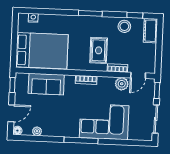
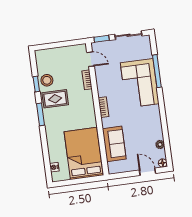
window: (135, 15) -> (36, 84), moved
cot: (151, 31) -> (46, 55), removed
rug: (99, 50) -> (55, 99), moved
plant: (122, 84) -> (101, 73), removed
window: (12, 85) -> (121, 175), removed
window: (81, 140) -> (157, 71), moved

